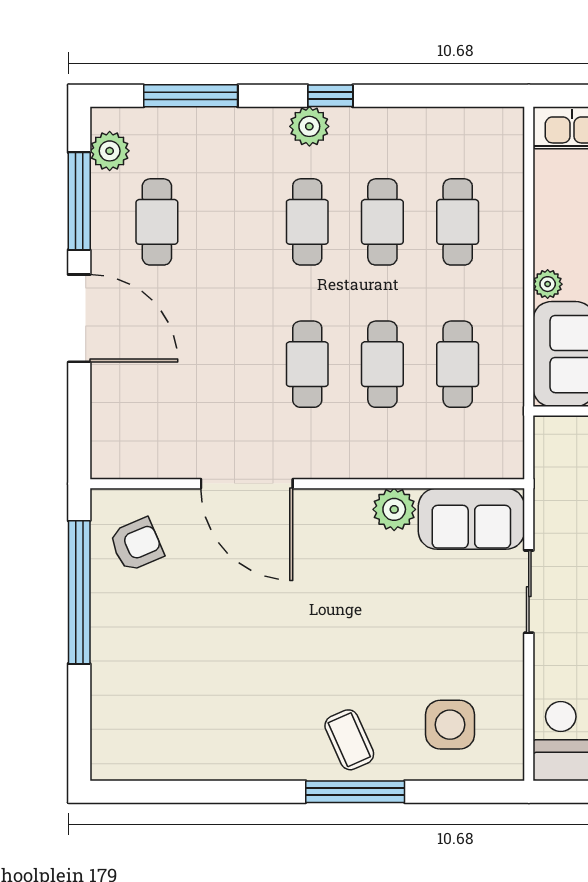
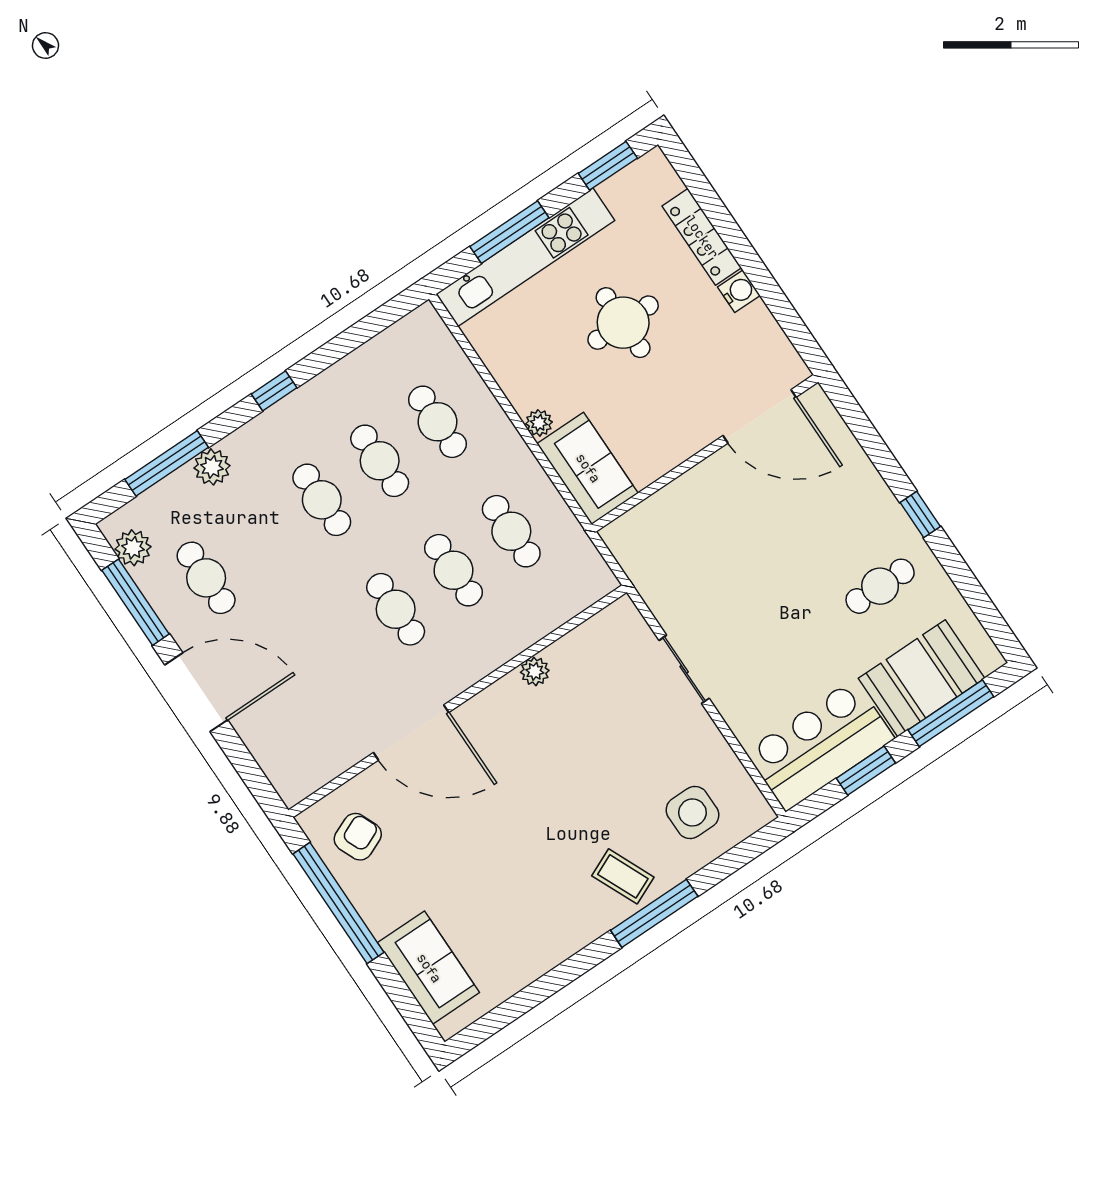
plant: (309, 126) -> (212, 467), moved
plant: (394, 509) -> (535, 671), width x0.73, depth x0.73
sofa: (471, 519) -> (429, 968), moved, turned -90

